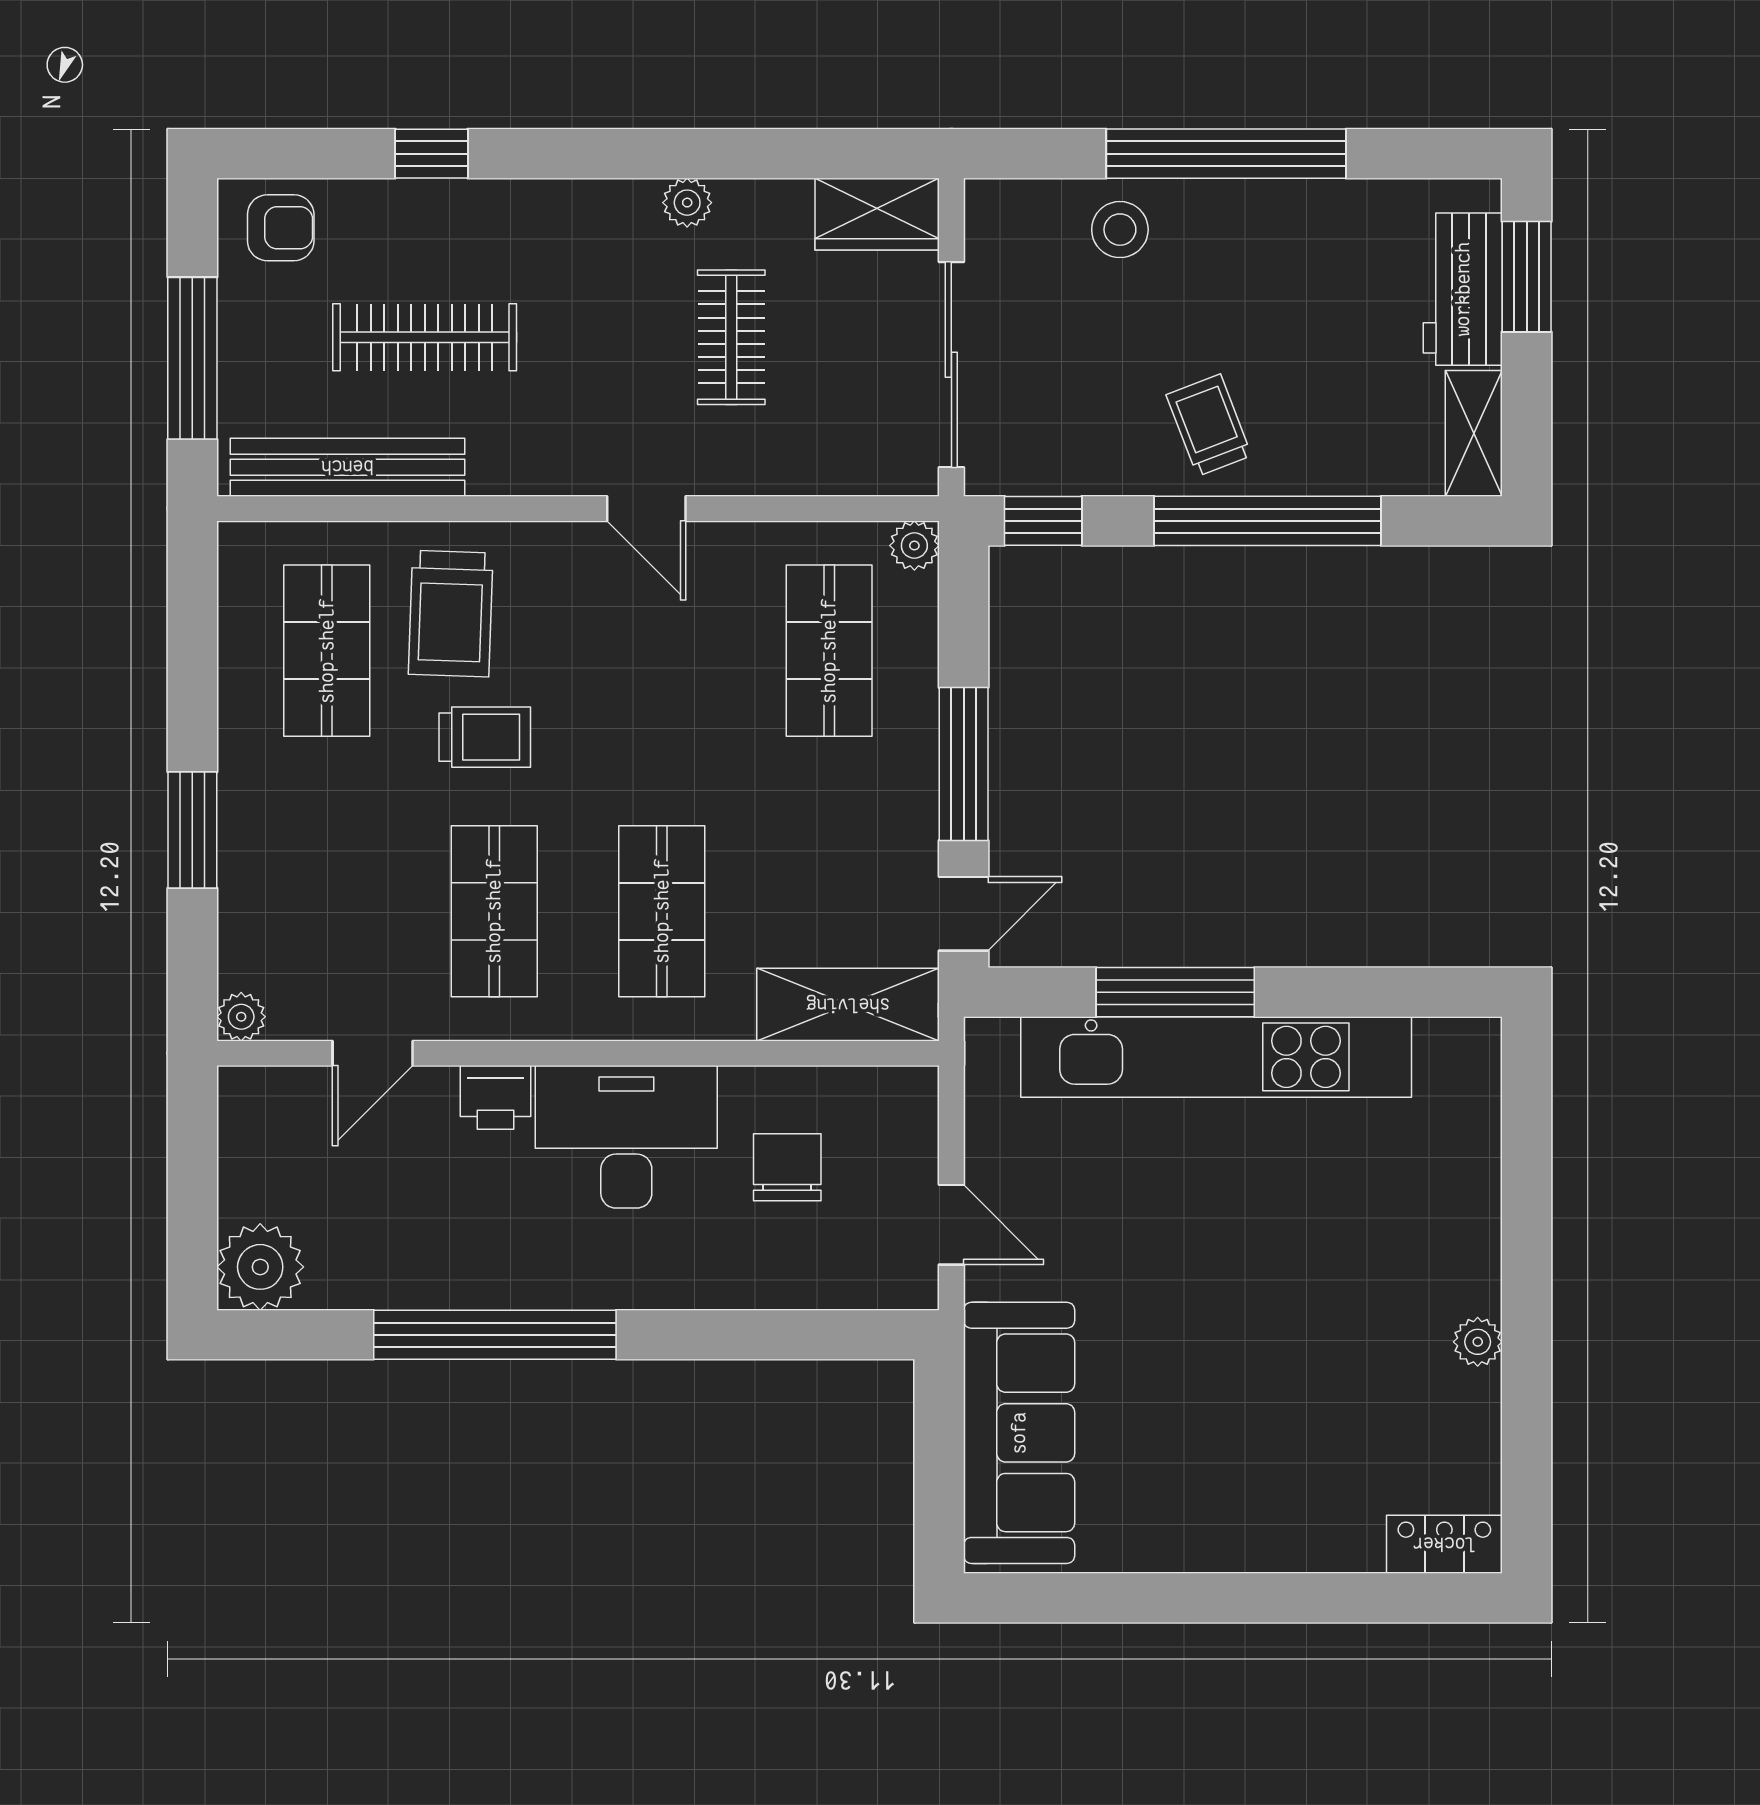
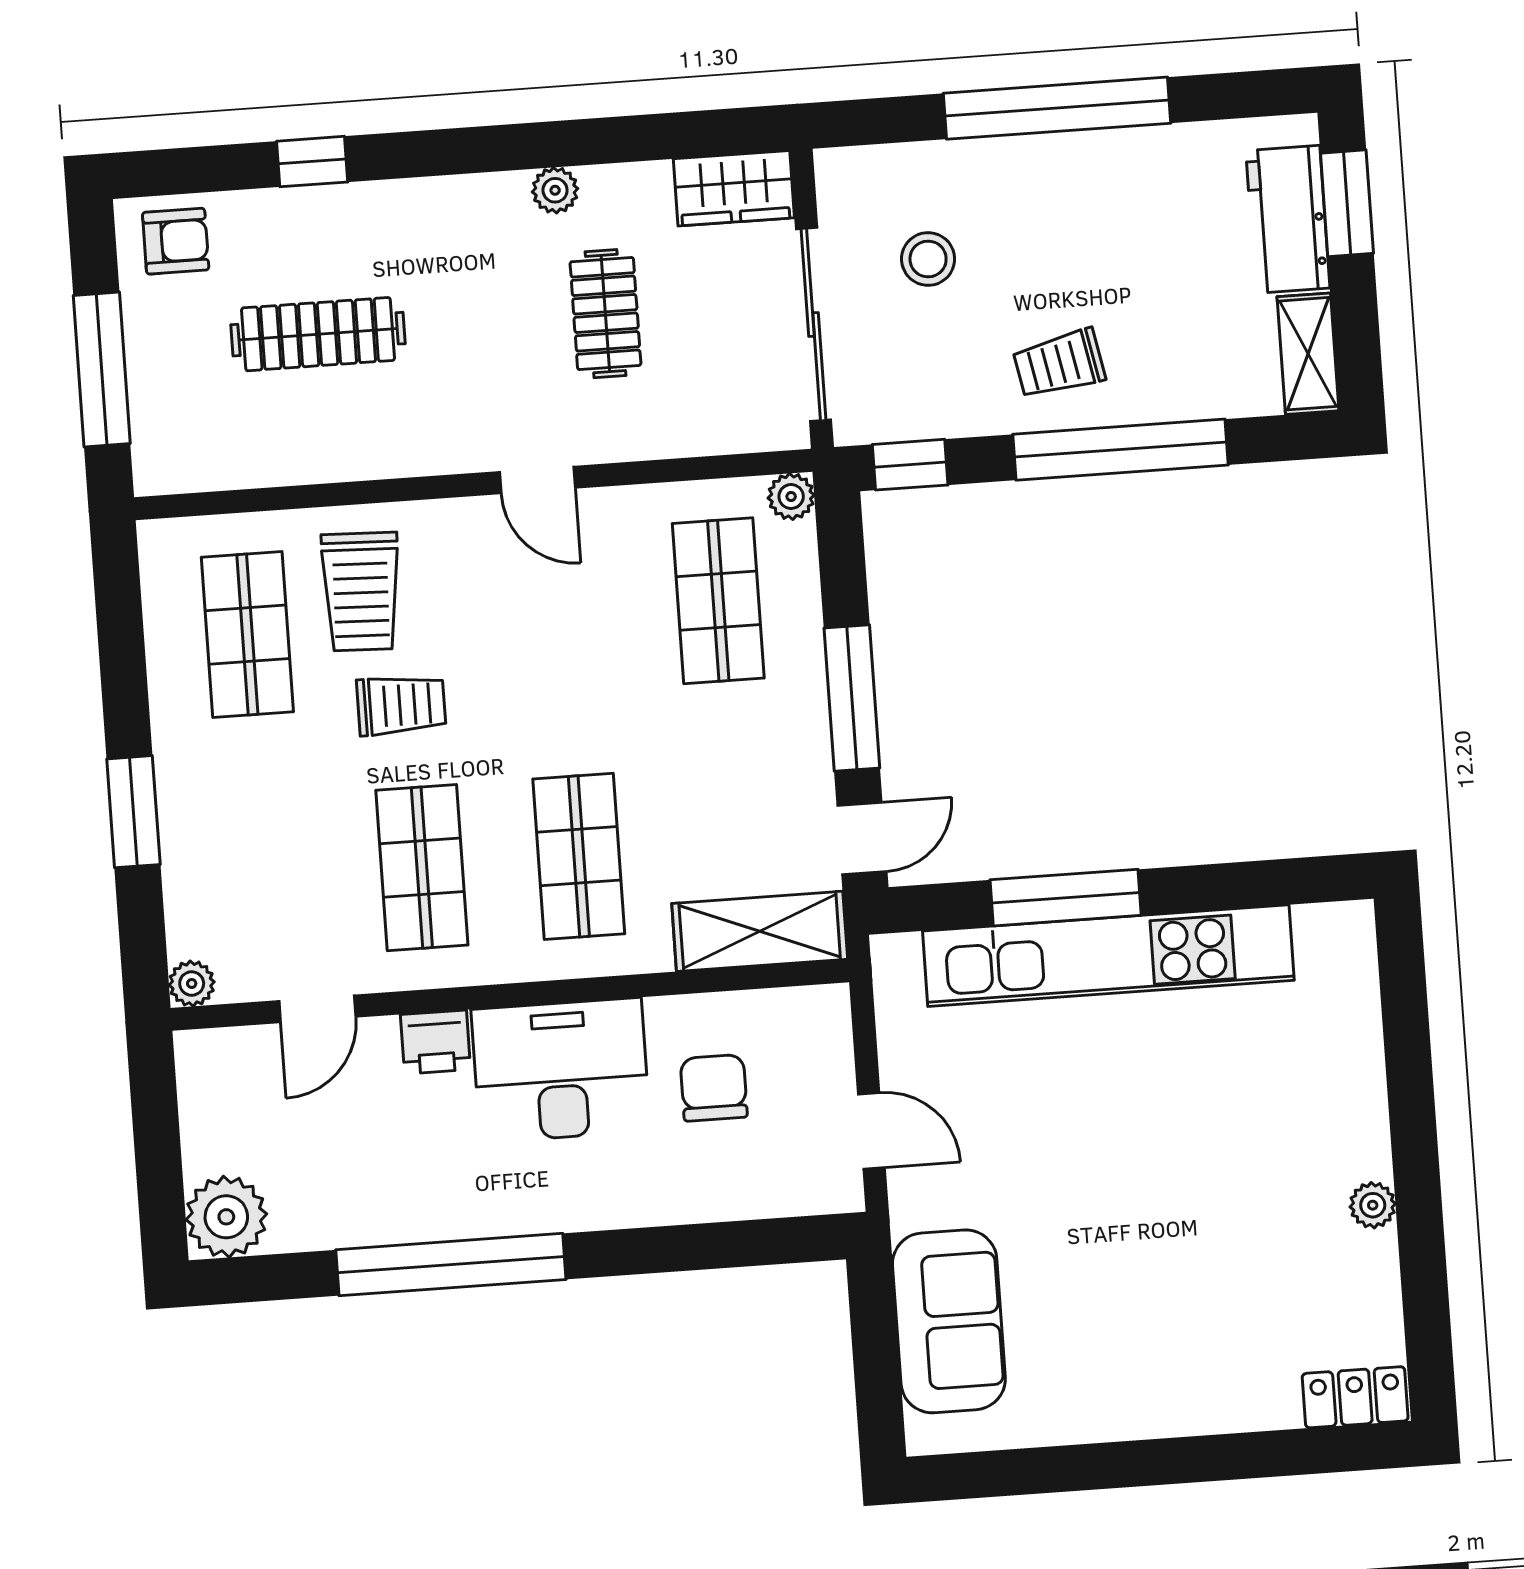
stool: (1120, 230) -> (928, 259), moved
trolley: (1209, 425) -> (1059, 364), turned -80
bench: (347, 467) -> (254, 461), removed
sofa: (1019, 1433) -> (949, 1321), width x0.73

